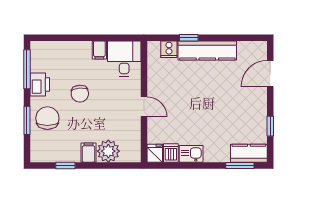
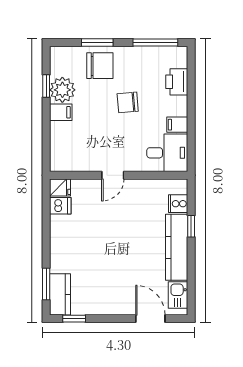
printer: (40, 85) -> (177, 82), moved, turned 90
window: (270, 126) -> (74, 319), moved
plant: (108, 151) -> (62, 90), moved
kitchen sink: (191, 154) -> (178, 295), moved, turned 180

